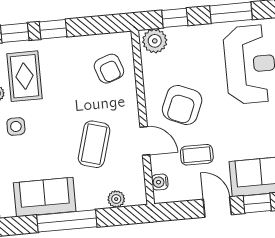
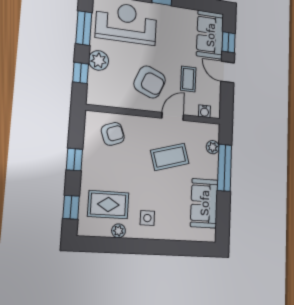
window: (53, 29) -> (74, 160), moved
plant: (155, 41) -> (99, 60), moved
coffee table: (94, 144) -> (170, 157), turned -32
door: (217, 207) -> (228, 72), hinge flipped
window: (67, 221) -> (225, 168), moved

